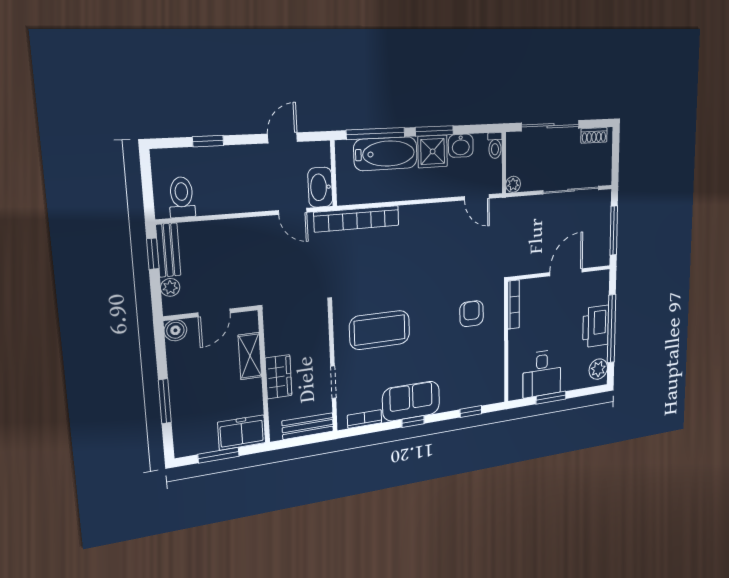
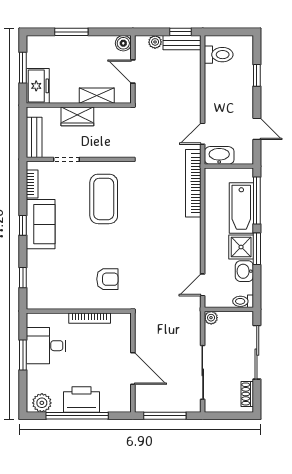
bookcase: (514, 305) -> (90, 318), moved

